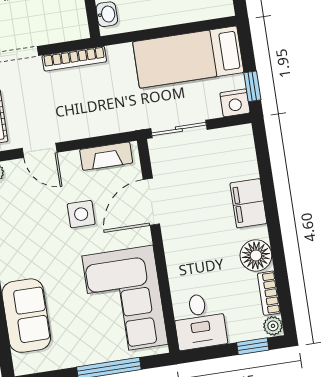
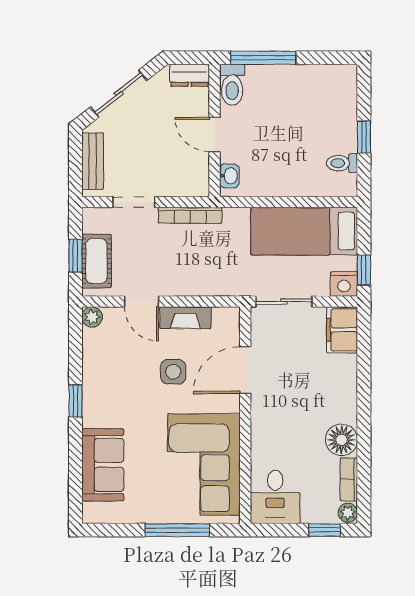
fireplace: (106, 156) -> (185, 318), moved
filing cabinet: (248, 203) -> (342, 330), moved

